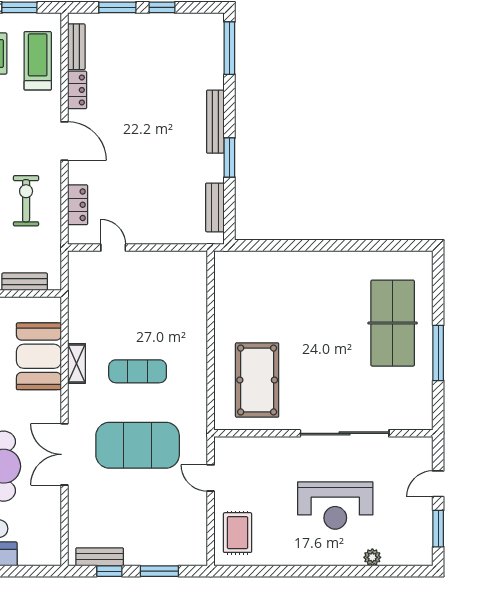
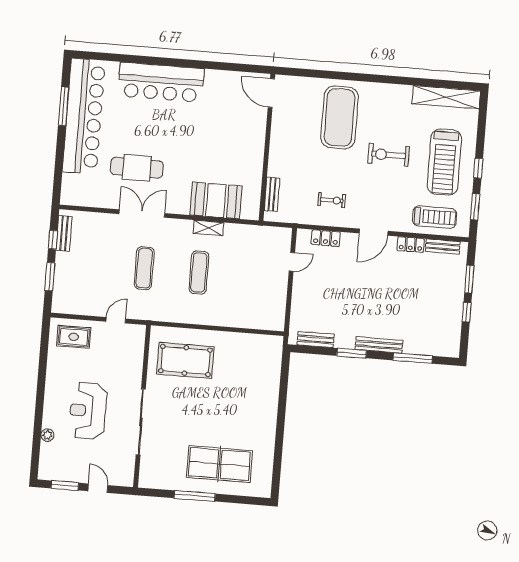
window: (229, 48) -> (413, 358), moved
exercise bike: (26, 201) -> (332, 200), width x0.73, depth x0.72
exercise mat: (138, 445) -> (144, 268), width x0.50, depth x0.69

